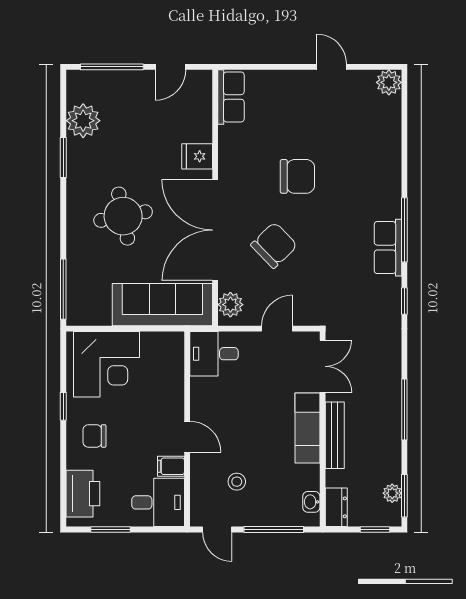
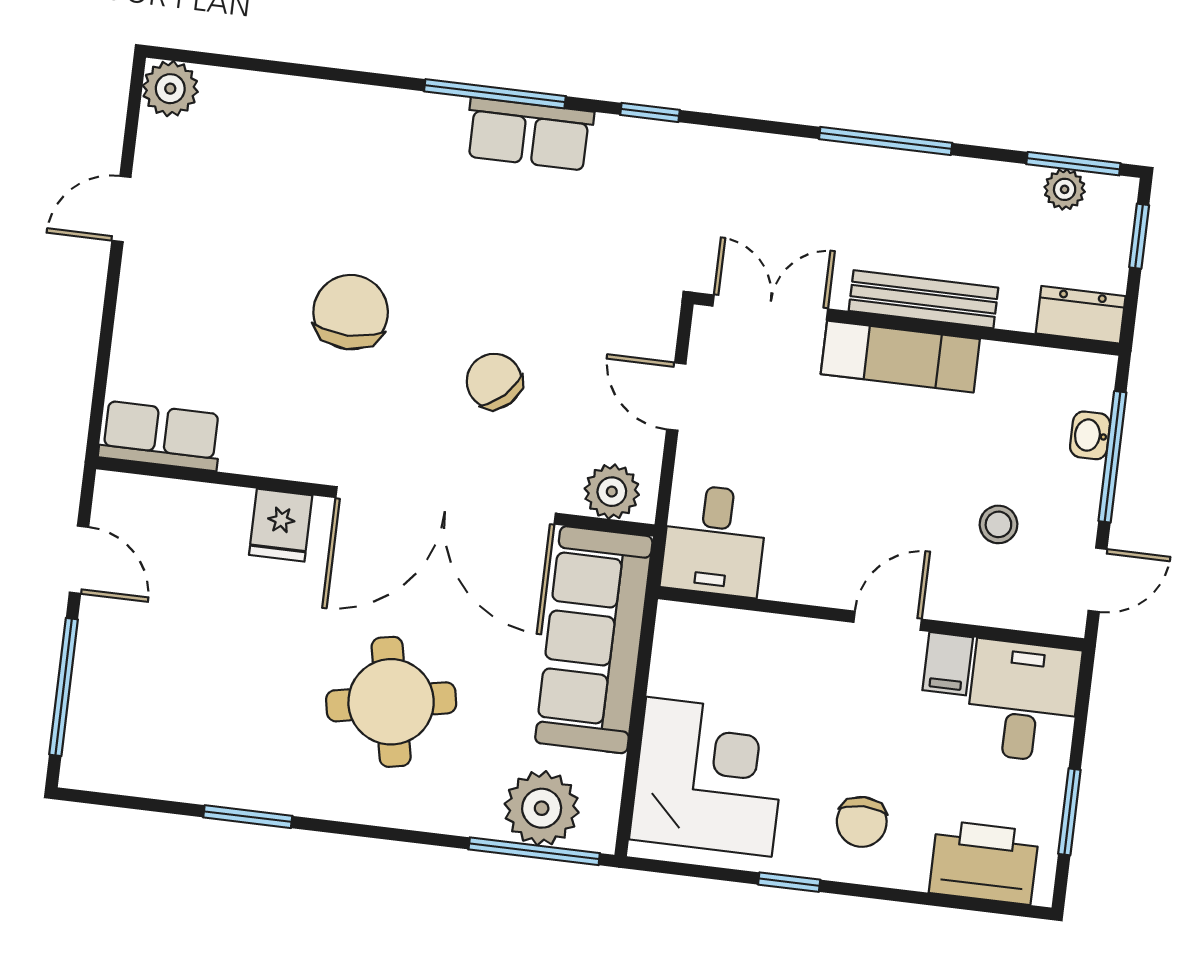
plant: (83, 121) -> (542, 808), moved
chair: (274, 245) -> (494, 381), width x0.73, depth x0.73
washbasin: (311, 502) -> (1090, 435), moved, turned 90

